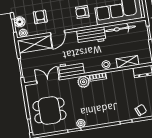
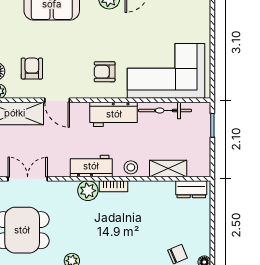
door: (58, 33) -> (57, 100), hinge flipped
workbench: (71, 69) -> (91, 166), moved

